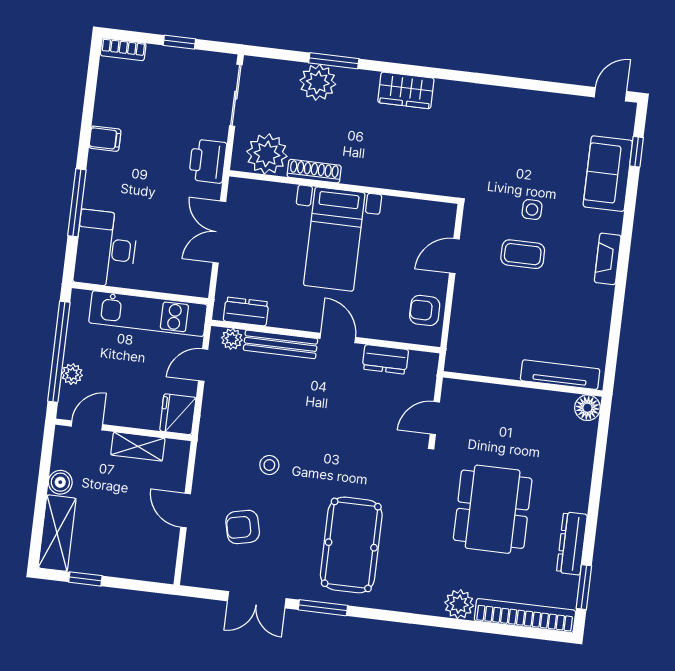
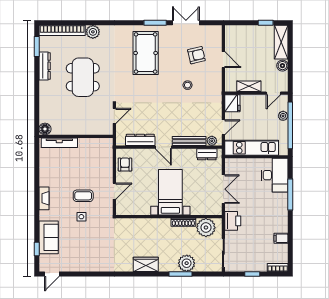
filing cabinet: (105, 139) -> (281, 238), moved
armchair: (425, 310) -> (125, 165), turned -90
dresser: (385, 359) -> (140, 140), width x1.44

